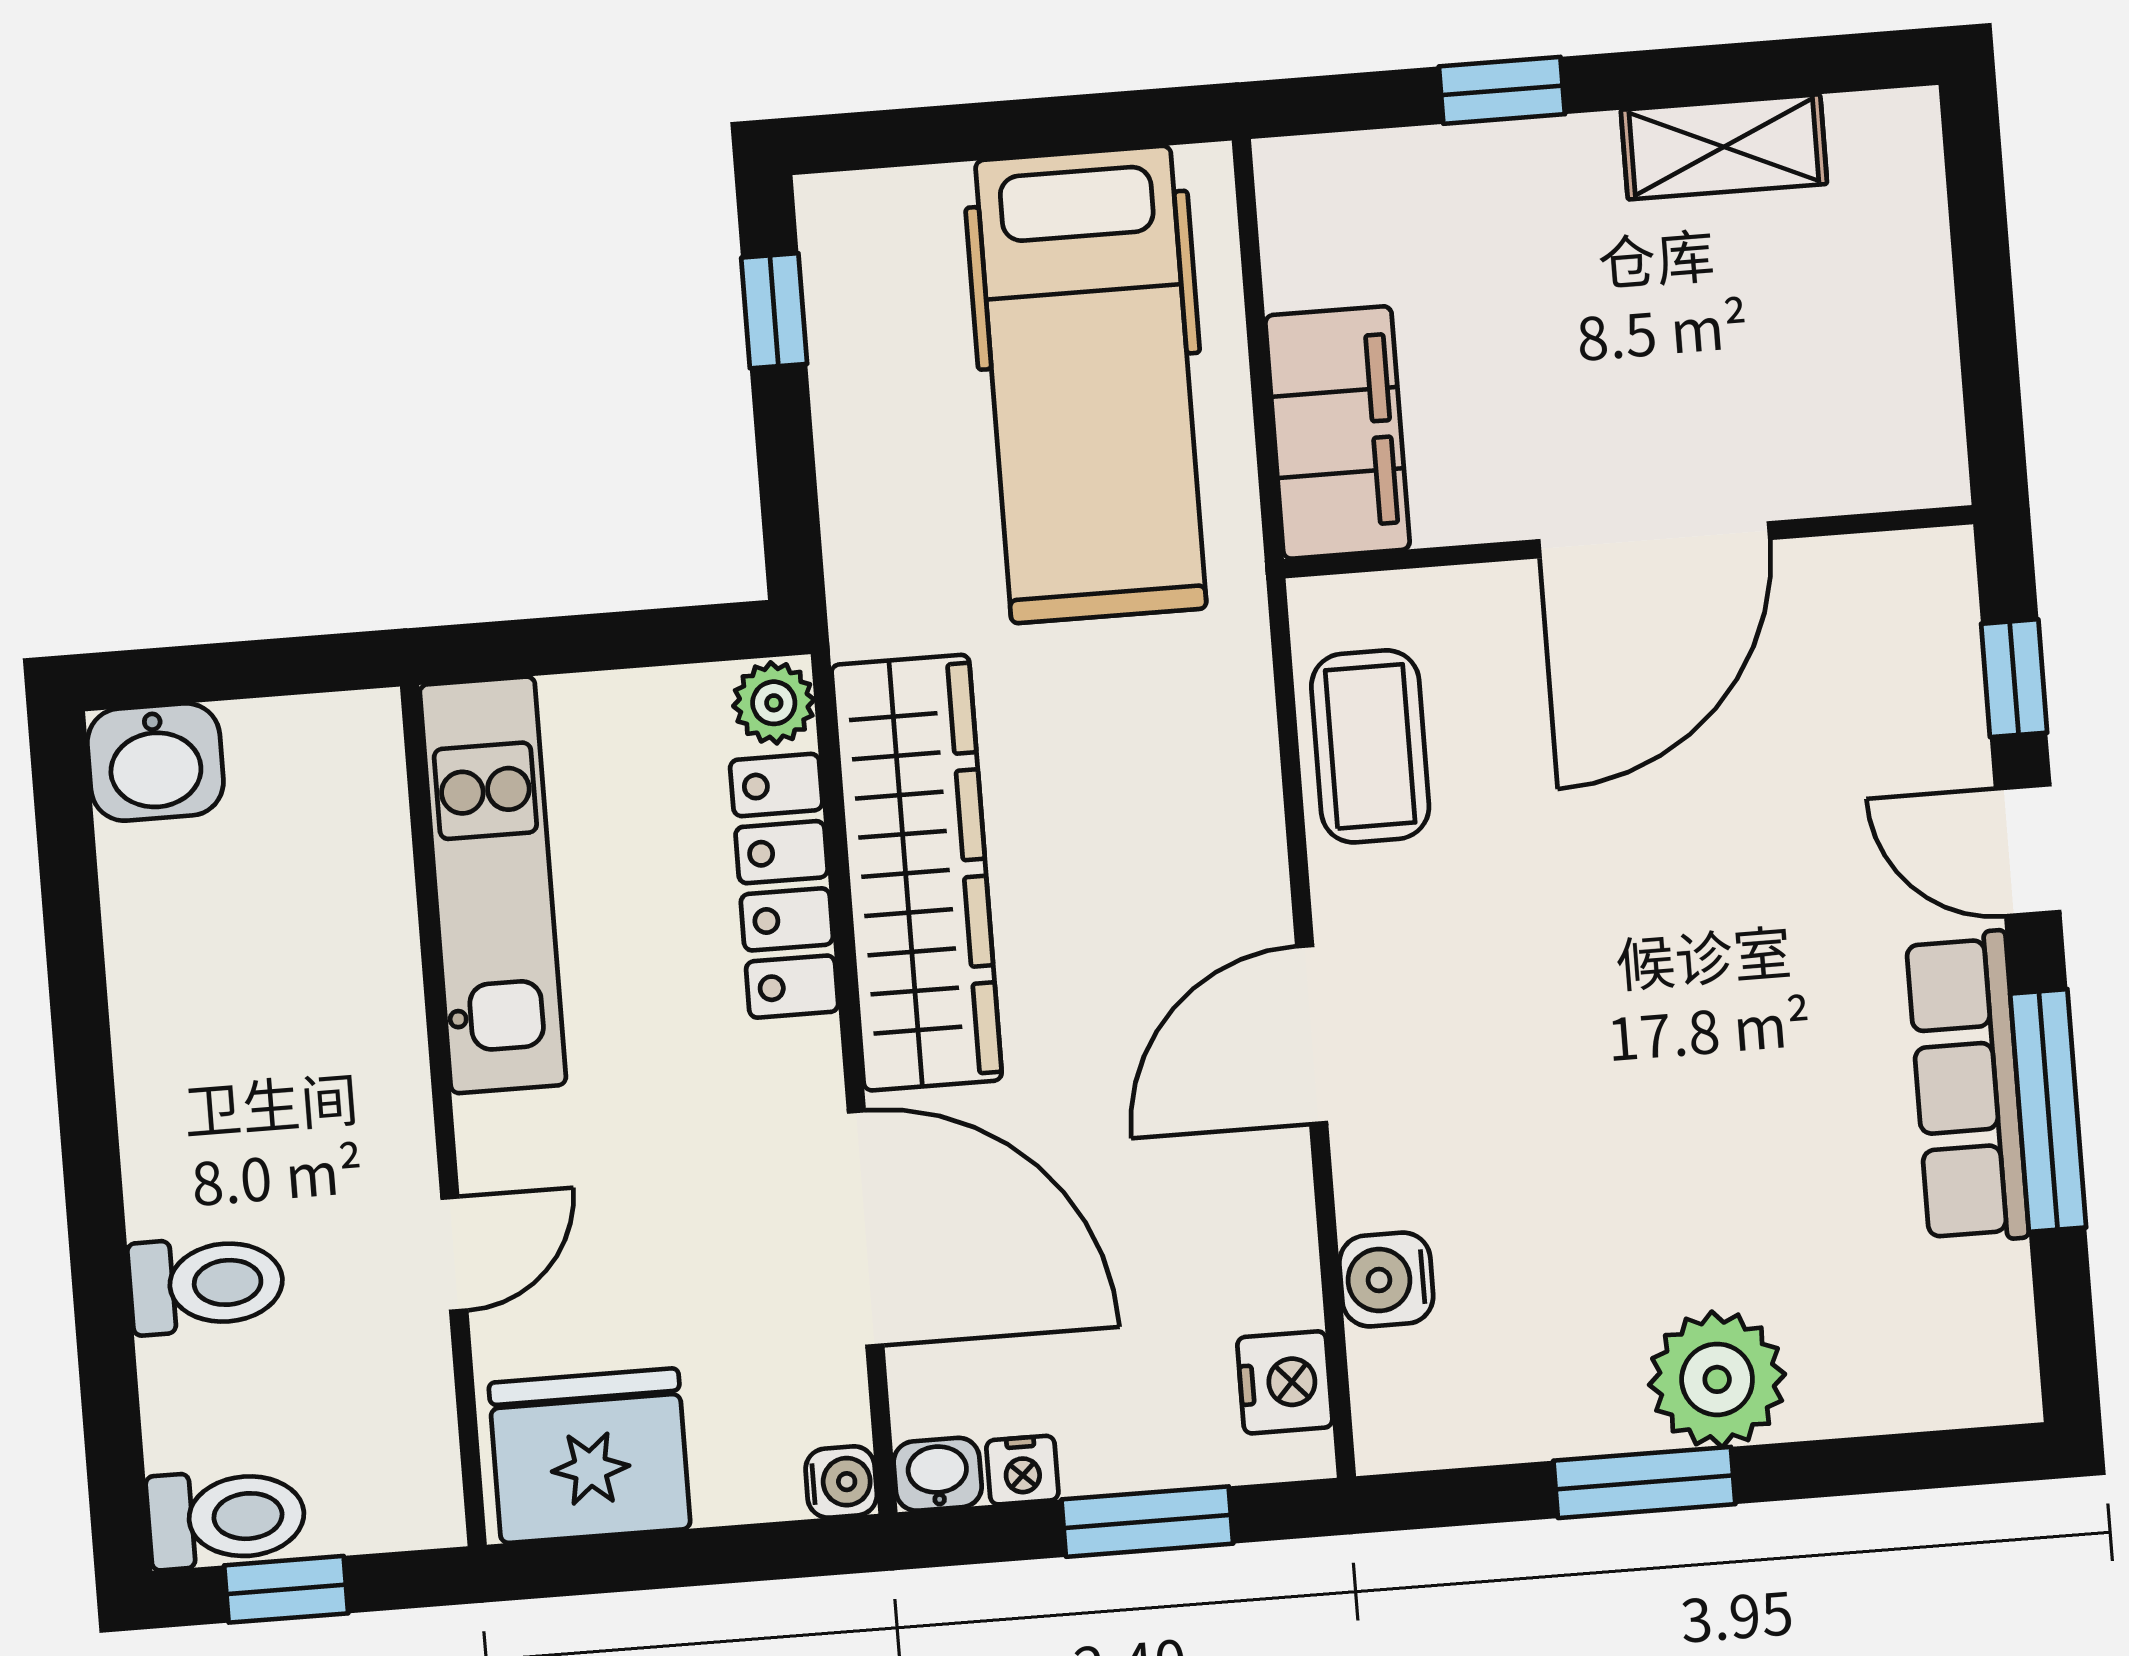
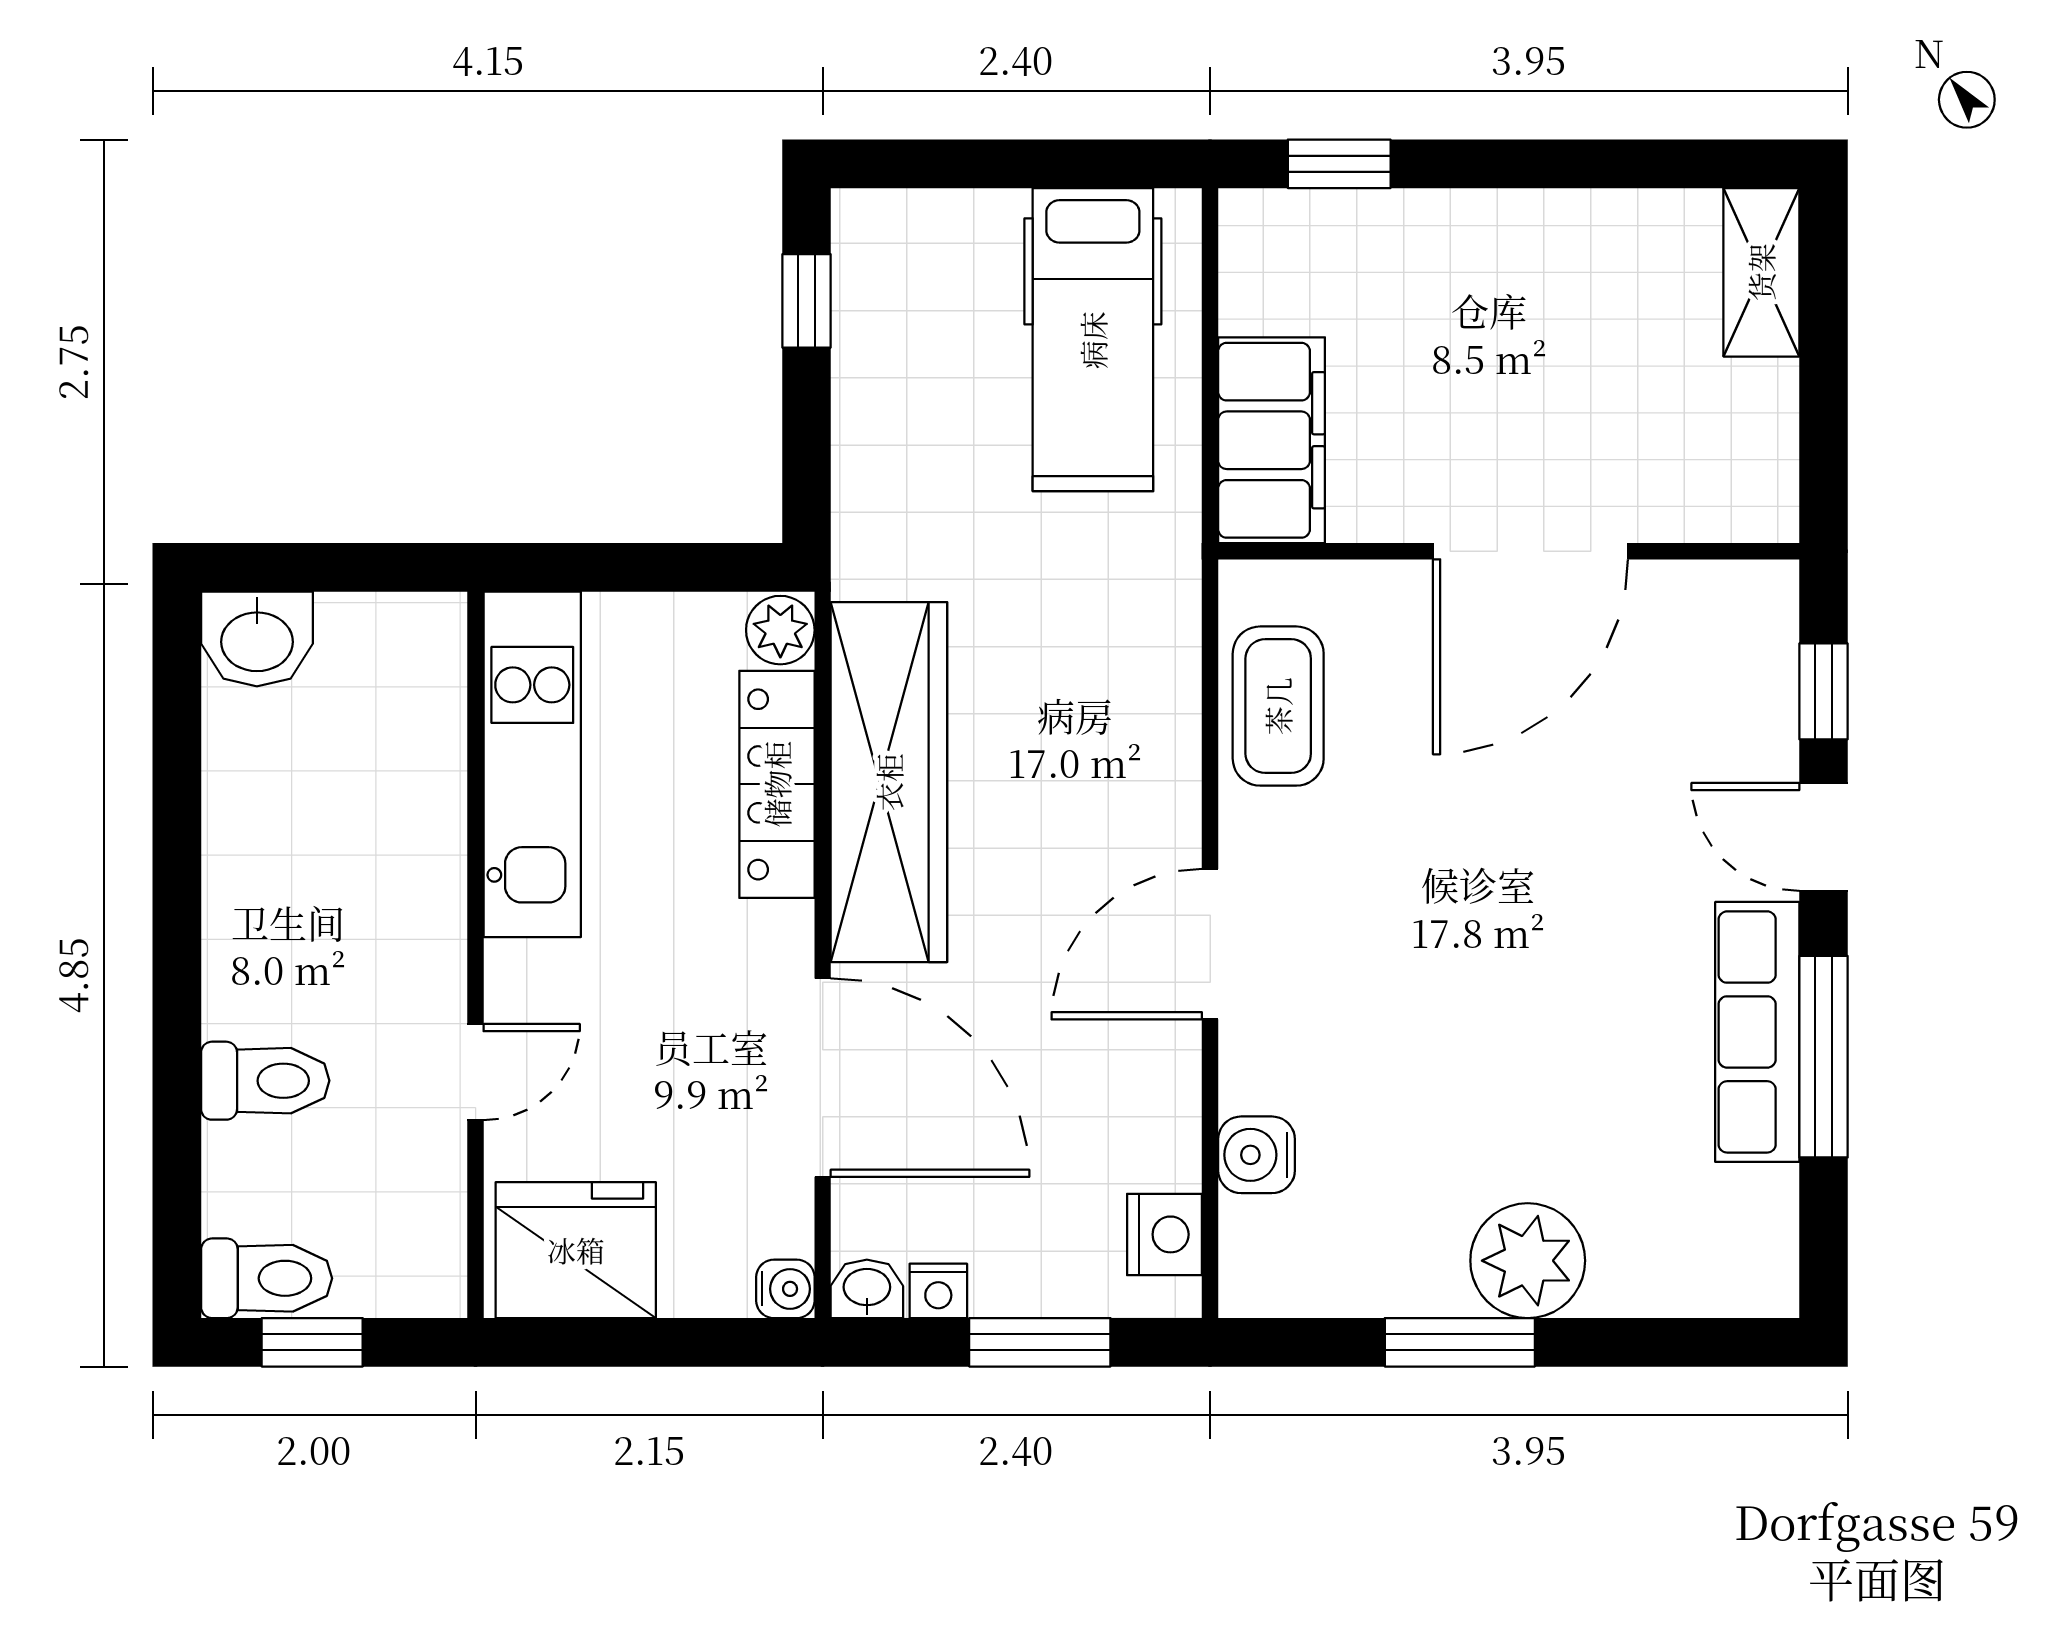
window: (1502, 90) -> (1339, 164), moved
shelving: (1724, 147) -> (1761, 272), moved, turned 90
hospital bed: (1091, 384) -> (1093, 340), width x0.73, depth x0.78

